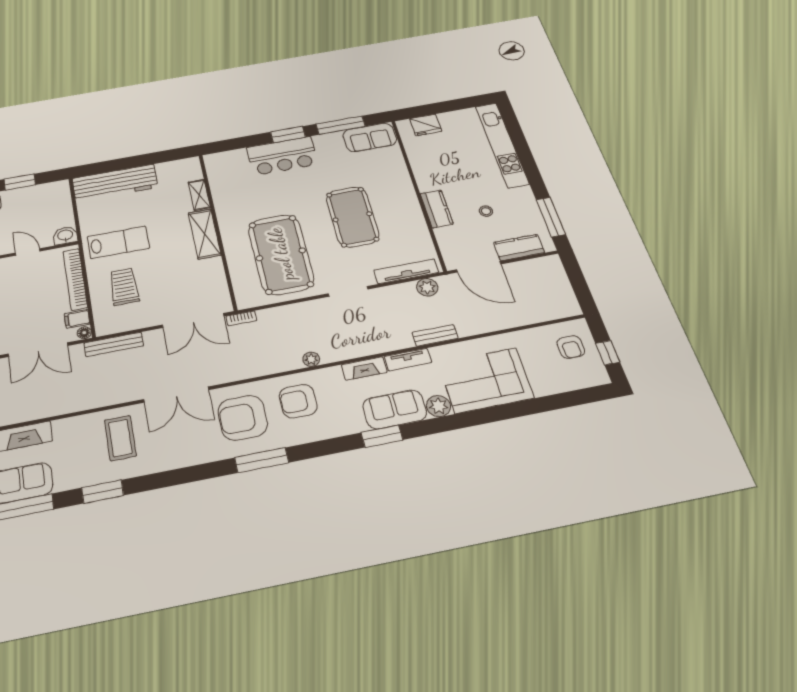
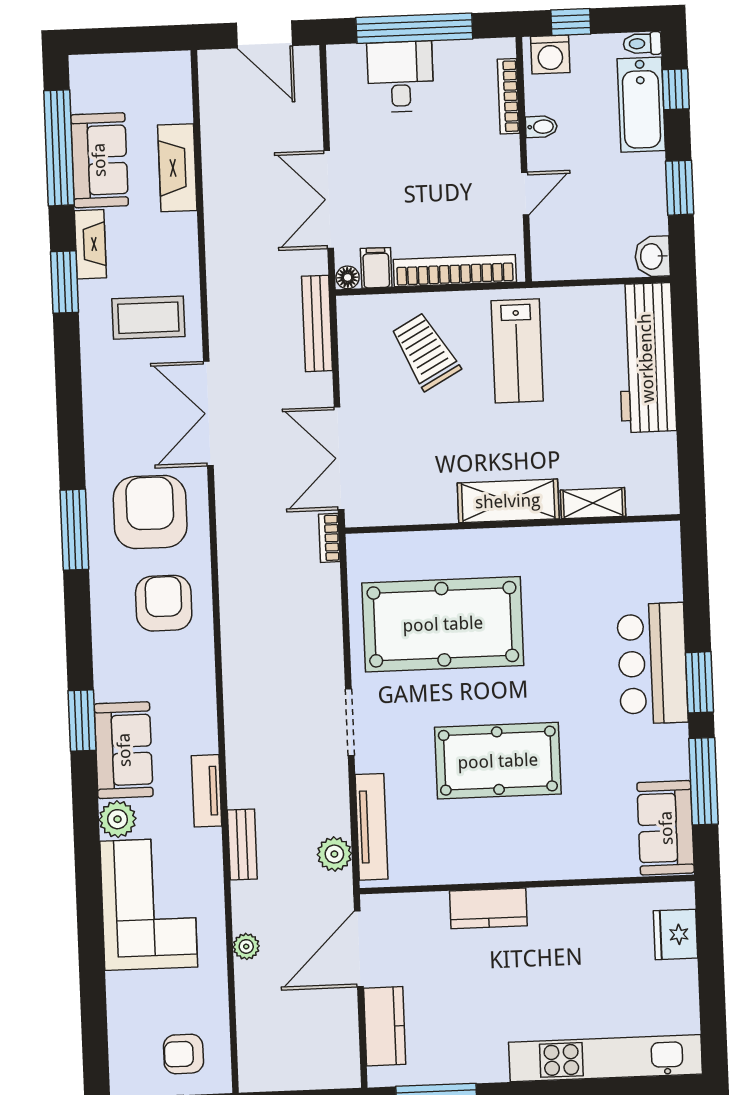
stool: (486, 211) -> (468, 991), removed
washbasin: (65, 235) -> (652, 256), moved, turned 180
trolley: (124, 287) -> (425, 352), turned -119
plant: (311, 359) -> (246, 946), moved
fireplace: (364, 368) -> (90, 244), moved, turned 180

